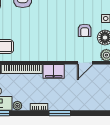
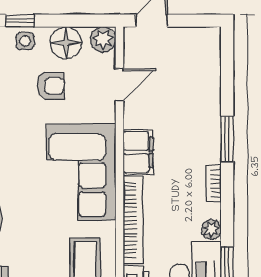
corner sofa: (44, 45) -> (82, 172), added
door: (85, 63) -> (120, 85), hinge flipped

